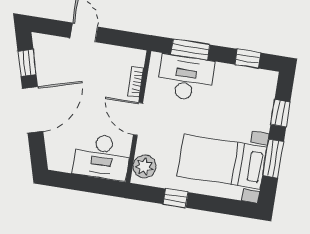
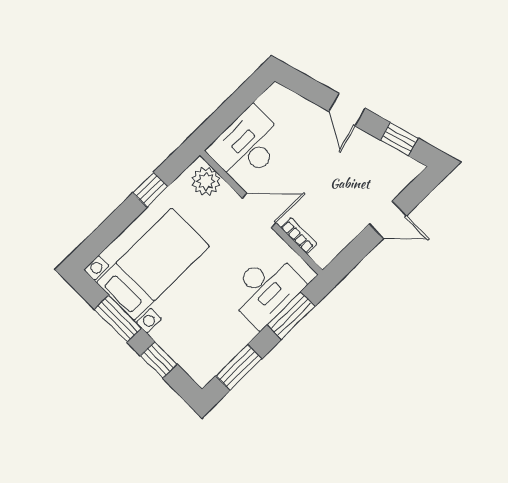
window: (248, 59) -> (239, 367), width x1.50
door: (33, 110) -> (347, 110), width x0.53

